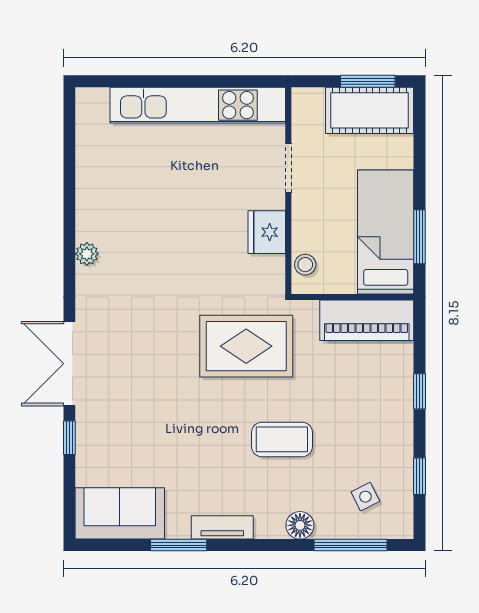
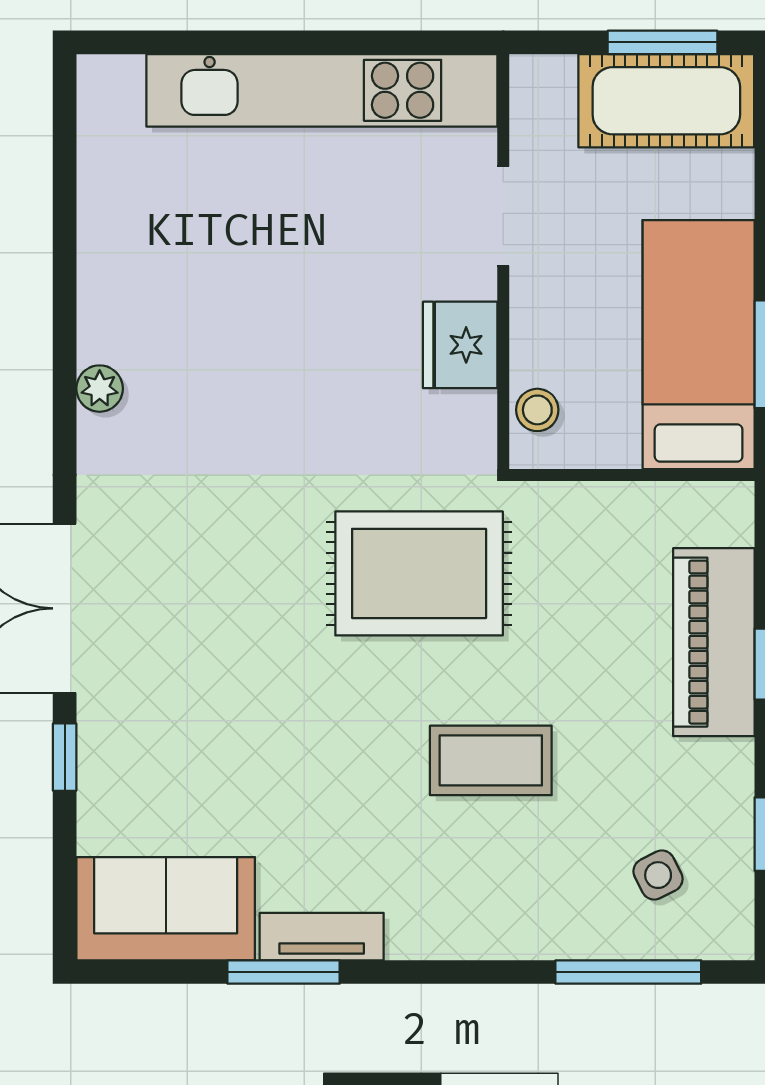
piano: (367, 320) -> (714, 642), moved, turned 90
floor lamp: (300, 525) -> (527, 932), removed
tv unit: (222, 527) -> (322, 937), moved

